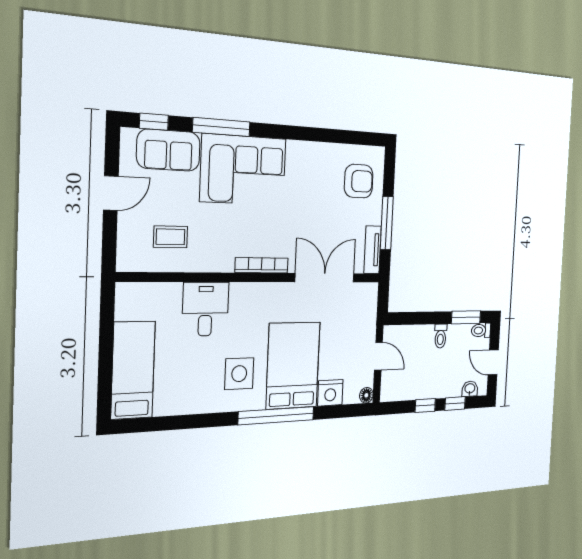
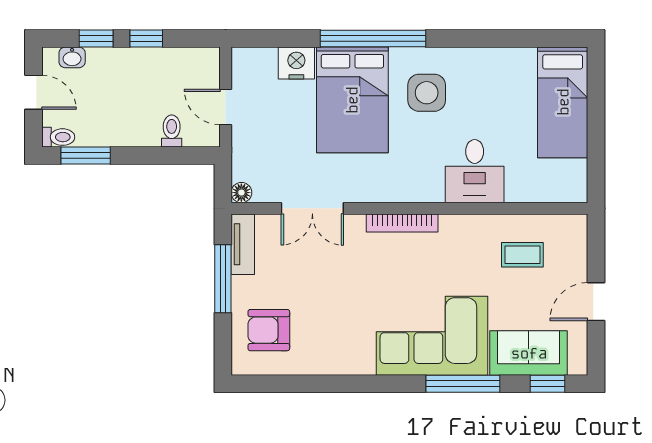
double door: (325, 278) -> (312, 208), width x0.73
toilet: (440, 336) -> (172, 131), moved
floor lamp: (366, 395) -> (241, 193), moved

